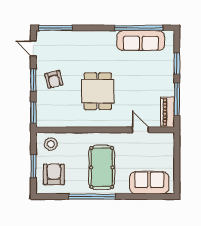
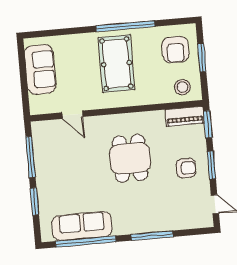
window: (56, 28) -> (152, 236), moved
armchair: (54, 79) -> (186, 168), turned 104
piano: (167, 112) -> (185, 116), moved, turned 90
sofa: (149, 183) -> (40, 69), moved, turned -90

